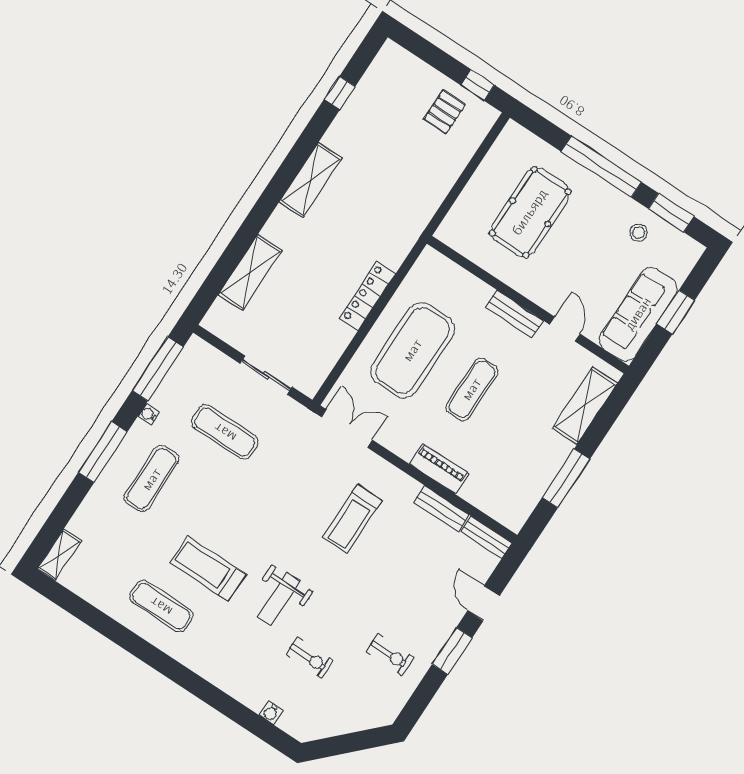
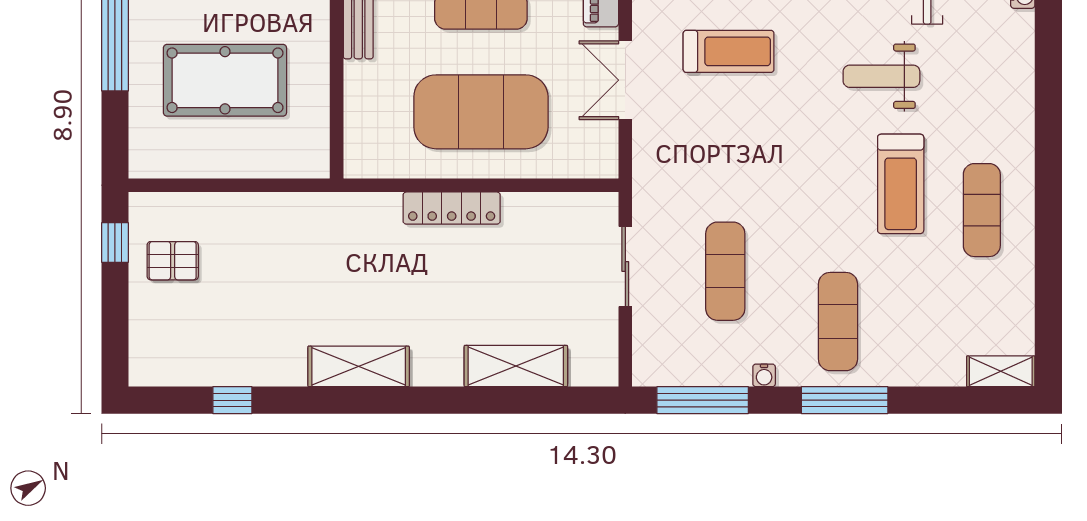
double door: (347, 428) -> (625, 80), moved
exercise mat: (152, 479) -> (838, 322), turned 90
weight bench: (279, 599) -> (881, 76), turned 180

